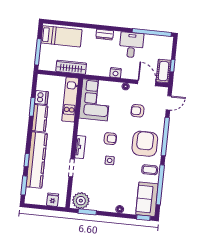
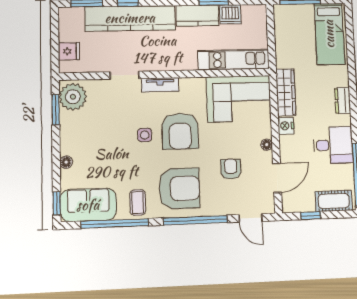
wardrobe: (71, 67) -> (286, 92), moved
cot: (164, 71) -> (334, 201), moved
armchair: (110, 139) -> (180, 131), width x1.88, depth x1.88

